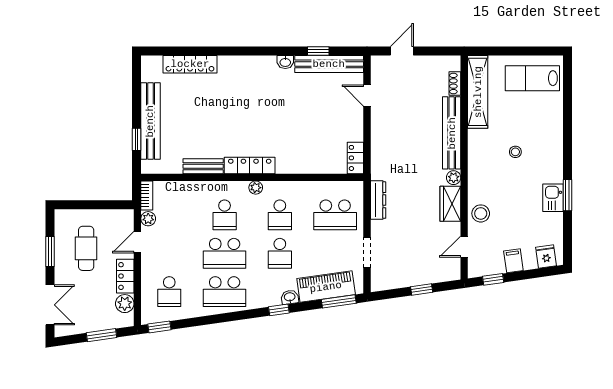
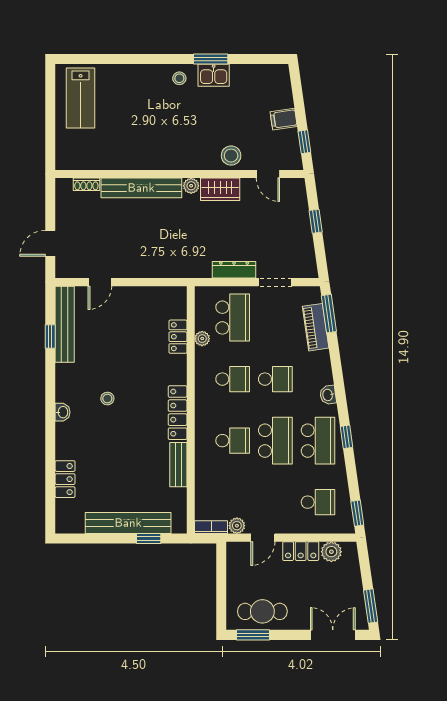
door: (402, 51) -> (50, 243), hinge flipped
washbasin: (285, 62) -> (63, 412), moved
locker: (190, 64) -> (65, 479), width x0.66
shelving: (478, 92) -> (96, 159), removed
stool: (262, 102) -> (107, 399), added
stool: (515, 152) -> (179, 78), moved
locker: (355, 158) -> (178, 337), moved, turned 90
plant: (256, 188) -> (202, 339), moved
dresser: (378, 200) -> (234, 270), moved
door: (137, 242) -> (263, 538), hinge flipped
cafe table: (86, 248) -> (262, 611), moved
window: (50, 252) -> (253, 635), moved
fridge: (546, 256) -> (279, 83), removed
piano: (326, 287) -> (316, 327), width x0.73, depth x0.75
washbasin: (290, 297) -> (328, 395), moved
window: (279, 310) -> (346, 437), moved
window: (101, 335) -> (371, 606), moved

